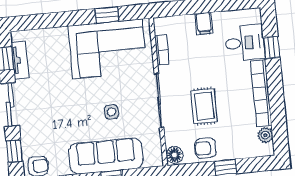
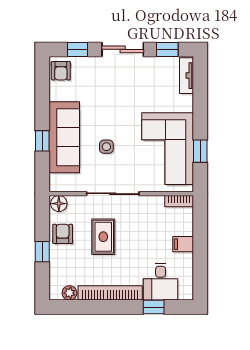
bookcase: (162, 50) -> (179, 201), moved
tv unit: (20, 60) -> (186, 76), moved, turned 90
rug: (204, 106) -> (103, 237), turned 90

